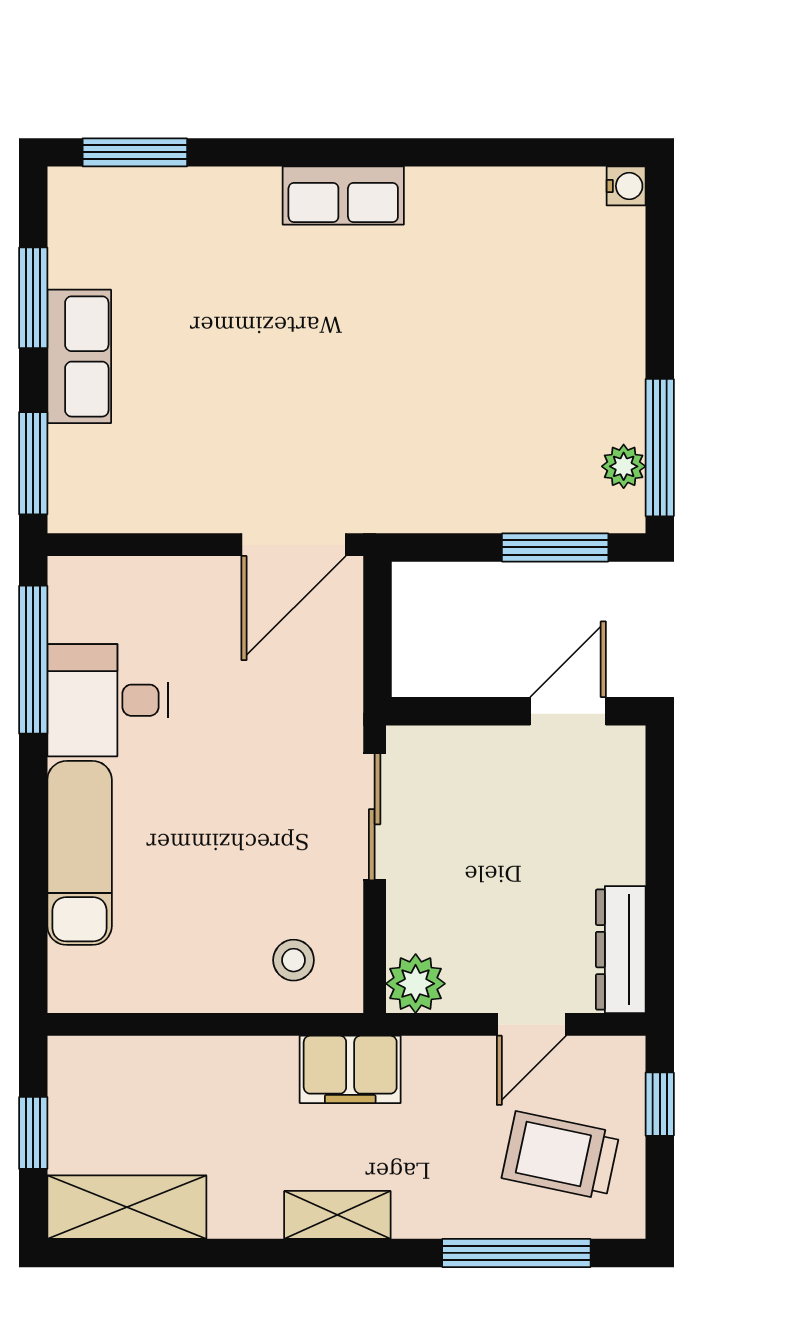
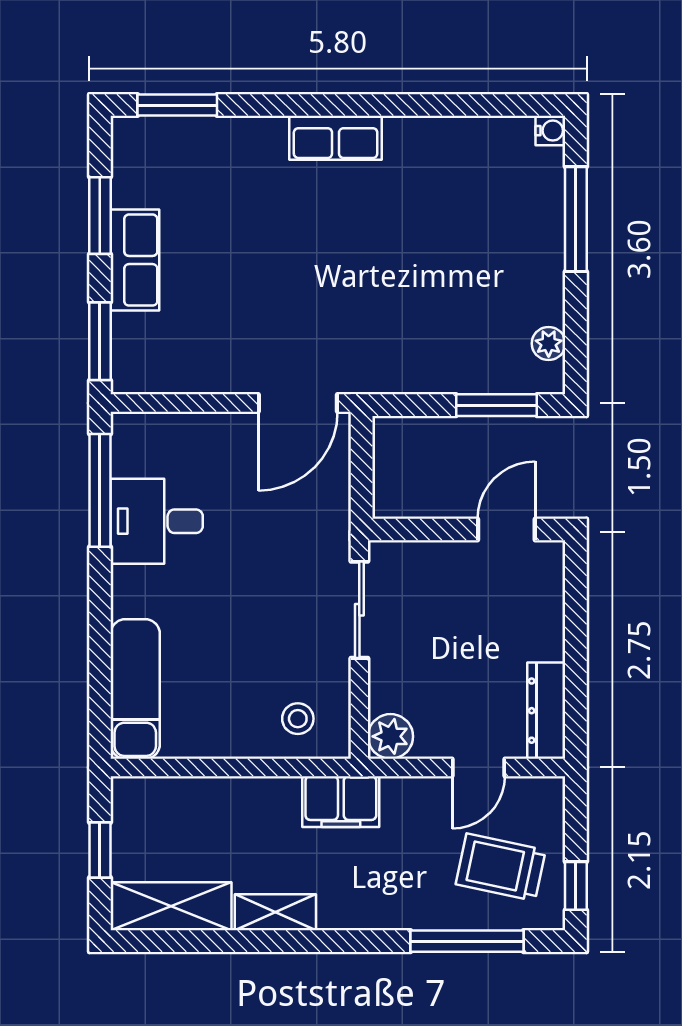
window: (660, 448) -> (576, 219), moved
exam couch: (80, 853) -> (135, 689), moved
window: (660, 1104) -> (576, 886), moved
shelving: (337, 1215) -> (275, 912), moved

